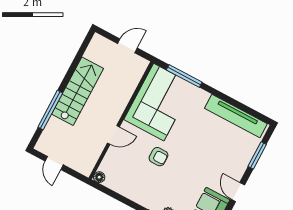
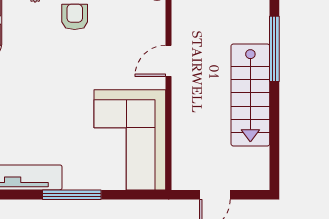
window: (184, 76) -> (72, 195), moved
armchair: (158, 157) -> (75, 17), moved, turned 90

